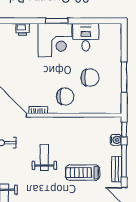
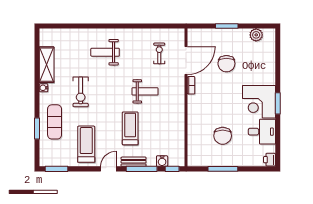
printer: (22, 29) -> (270, 160), moved
chair: (65, 96) -> (226, 64), moved

